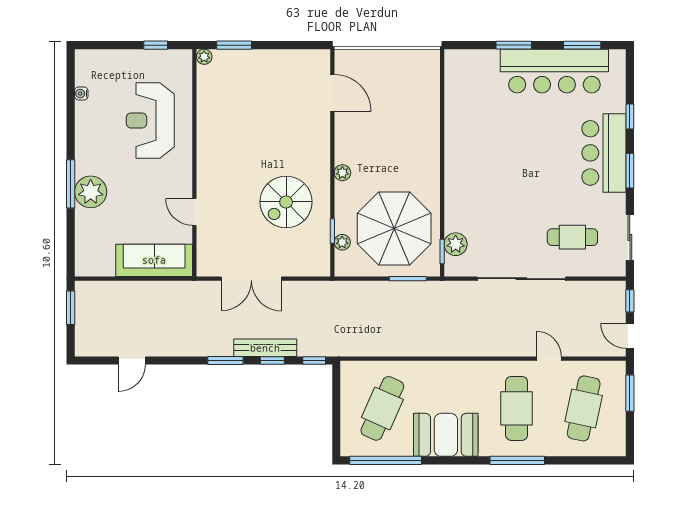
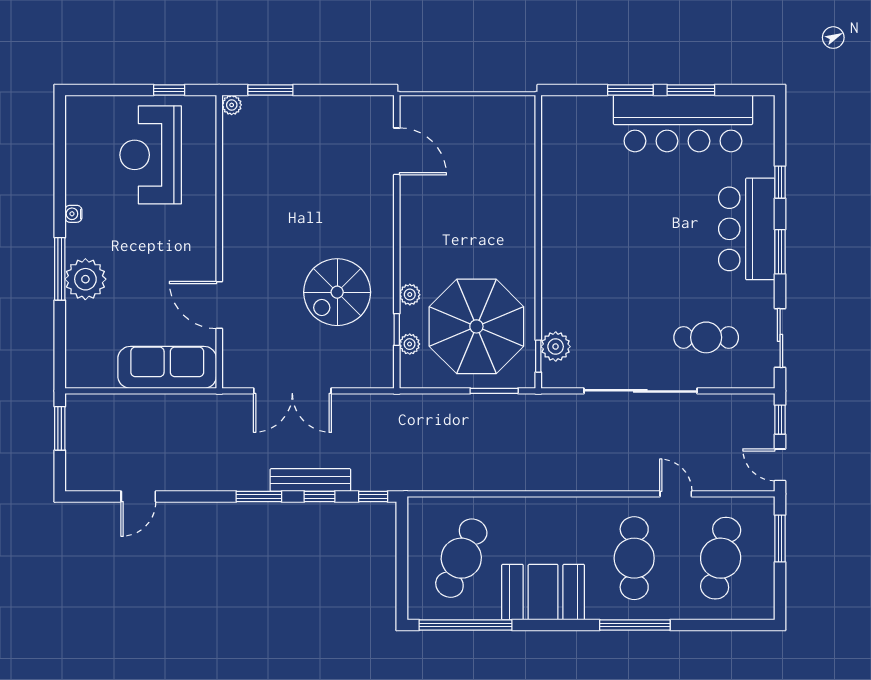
window: (582, 45) -> (691, 90), moved
water cooler: (81, 94) -> (73, 214), moved
reception desk: (150, 120) -> (151, 155), moved
plant: (342, 173) -> (410, 295), moved
door: (194, 212) -> (219, 305), width x1.37

